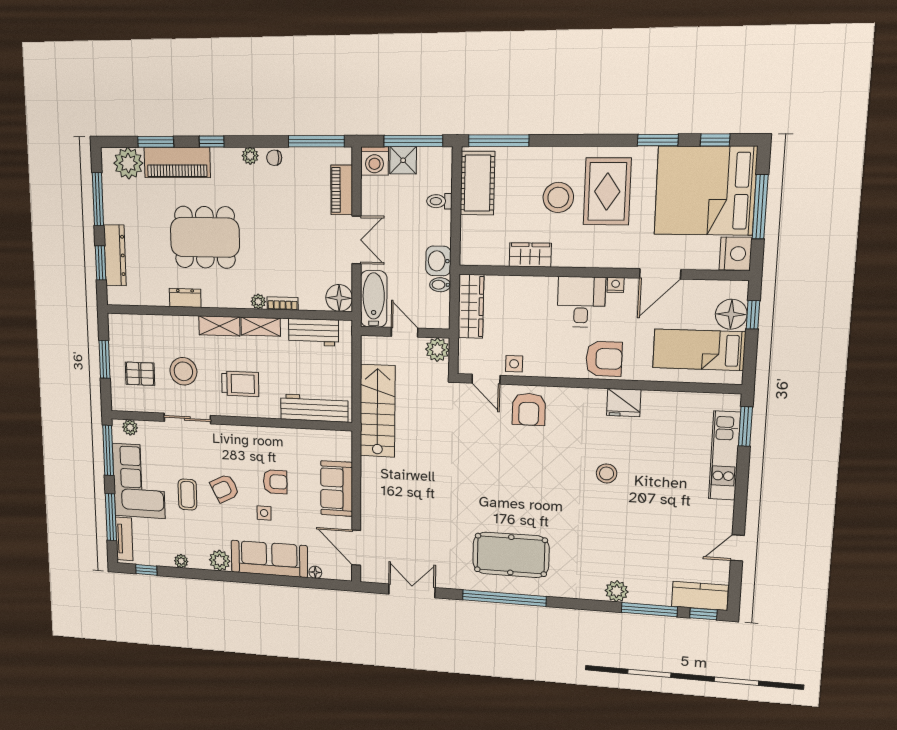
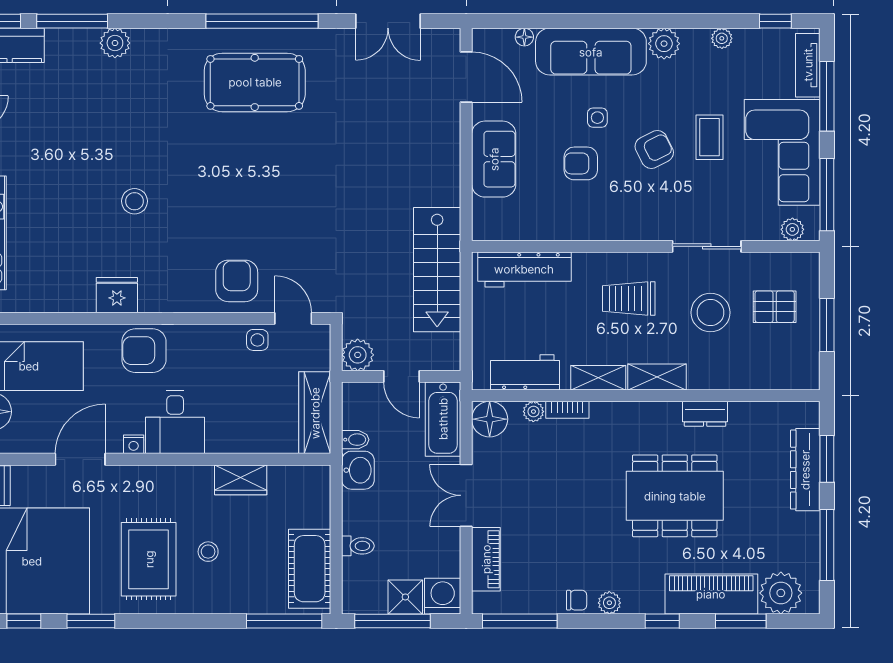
stool: (558, 197) -> (208, 552), width x0.53, depth x0.53
plant: (258, 302) -> (533, 412), moved

